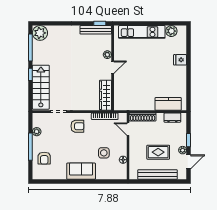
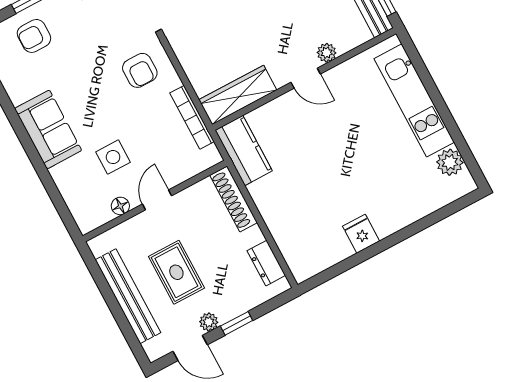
fridge: (180, 60) -> (361, 234), moved
kitchen counter: (168, 104) -> (244, 150), moved
door: (128, 129) -> (157, 200), moved

